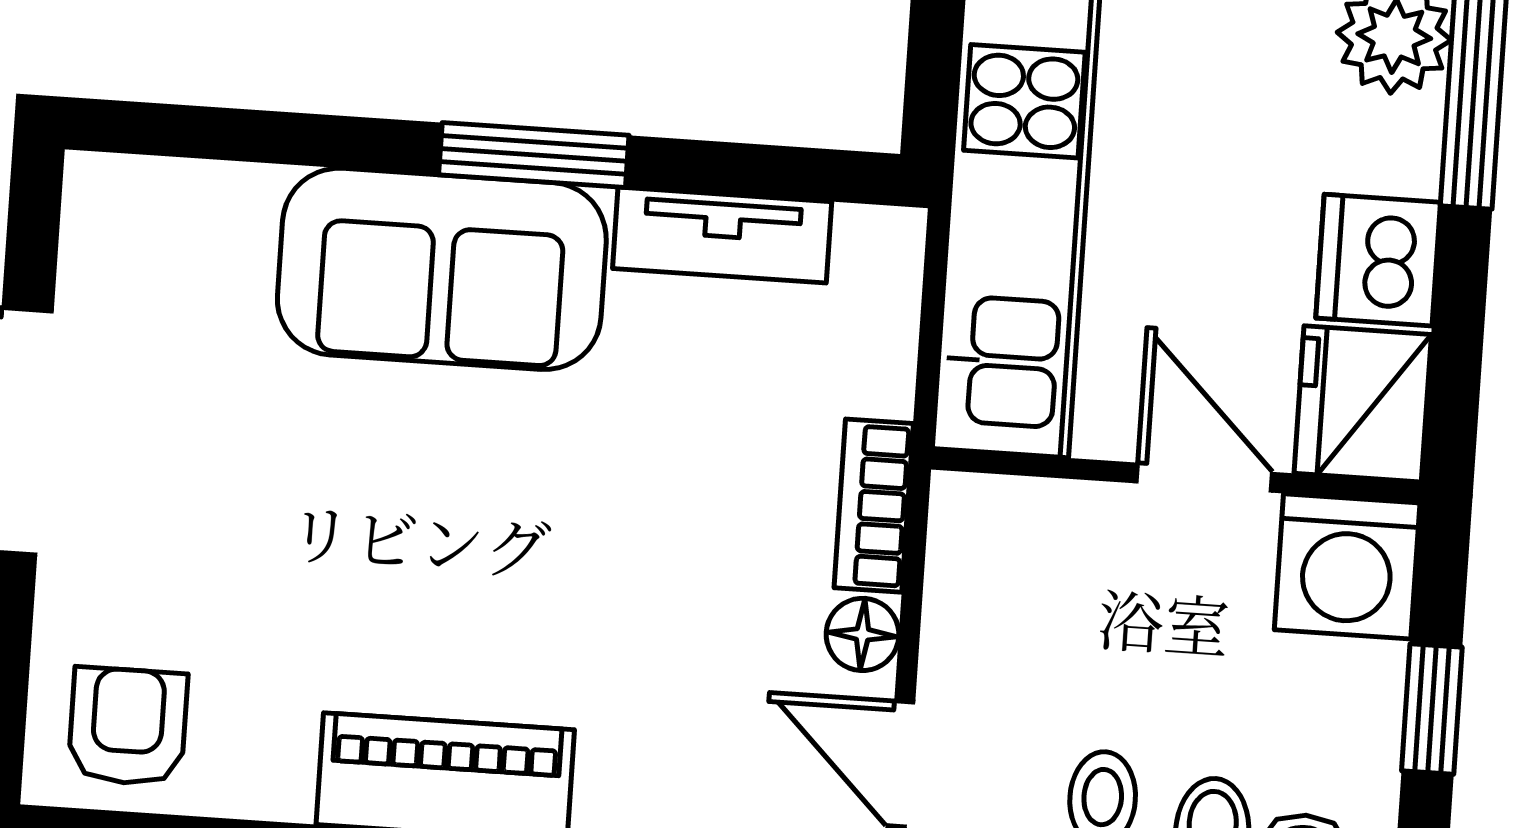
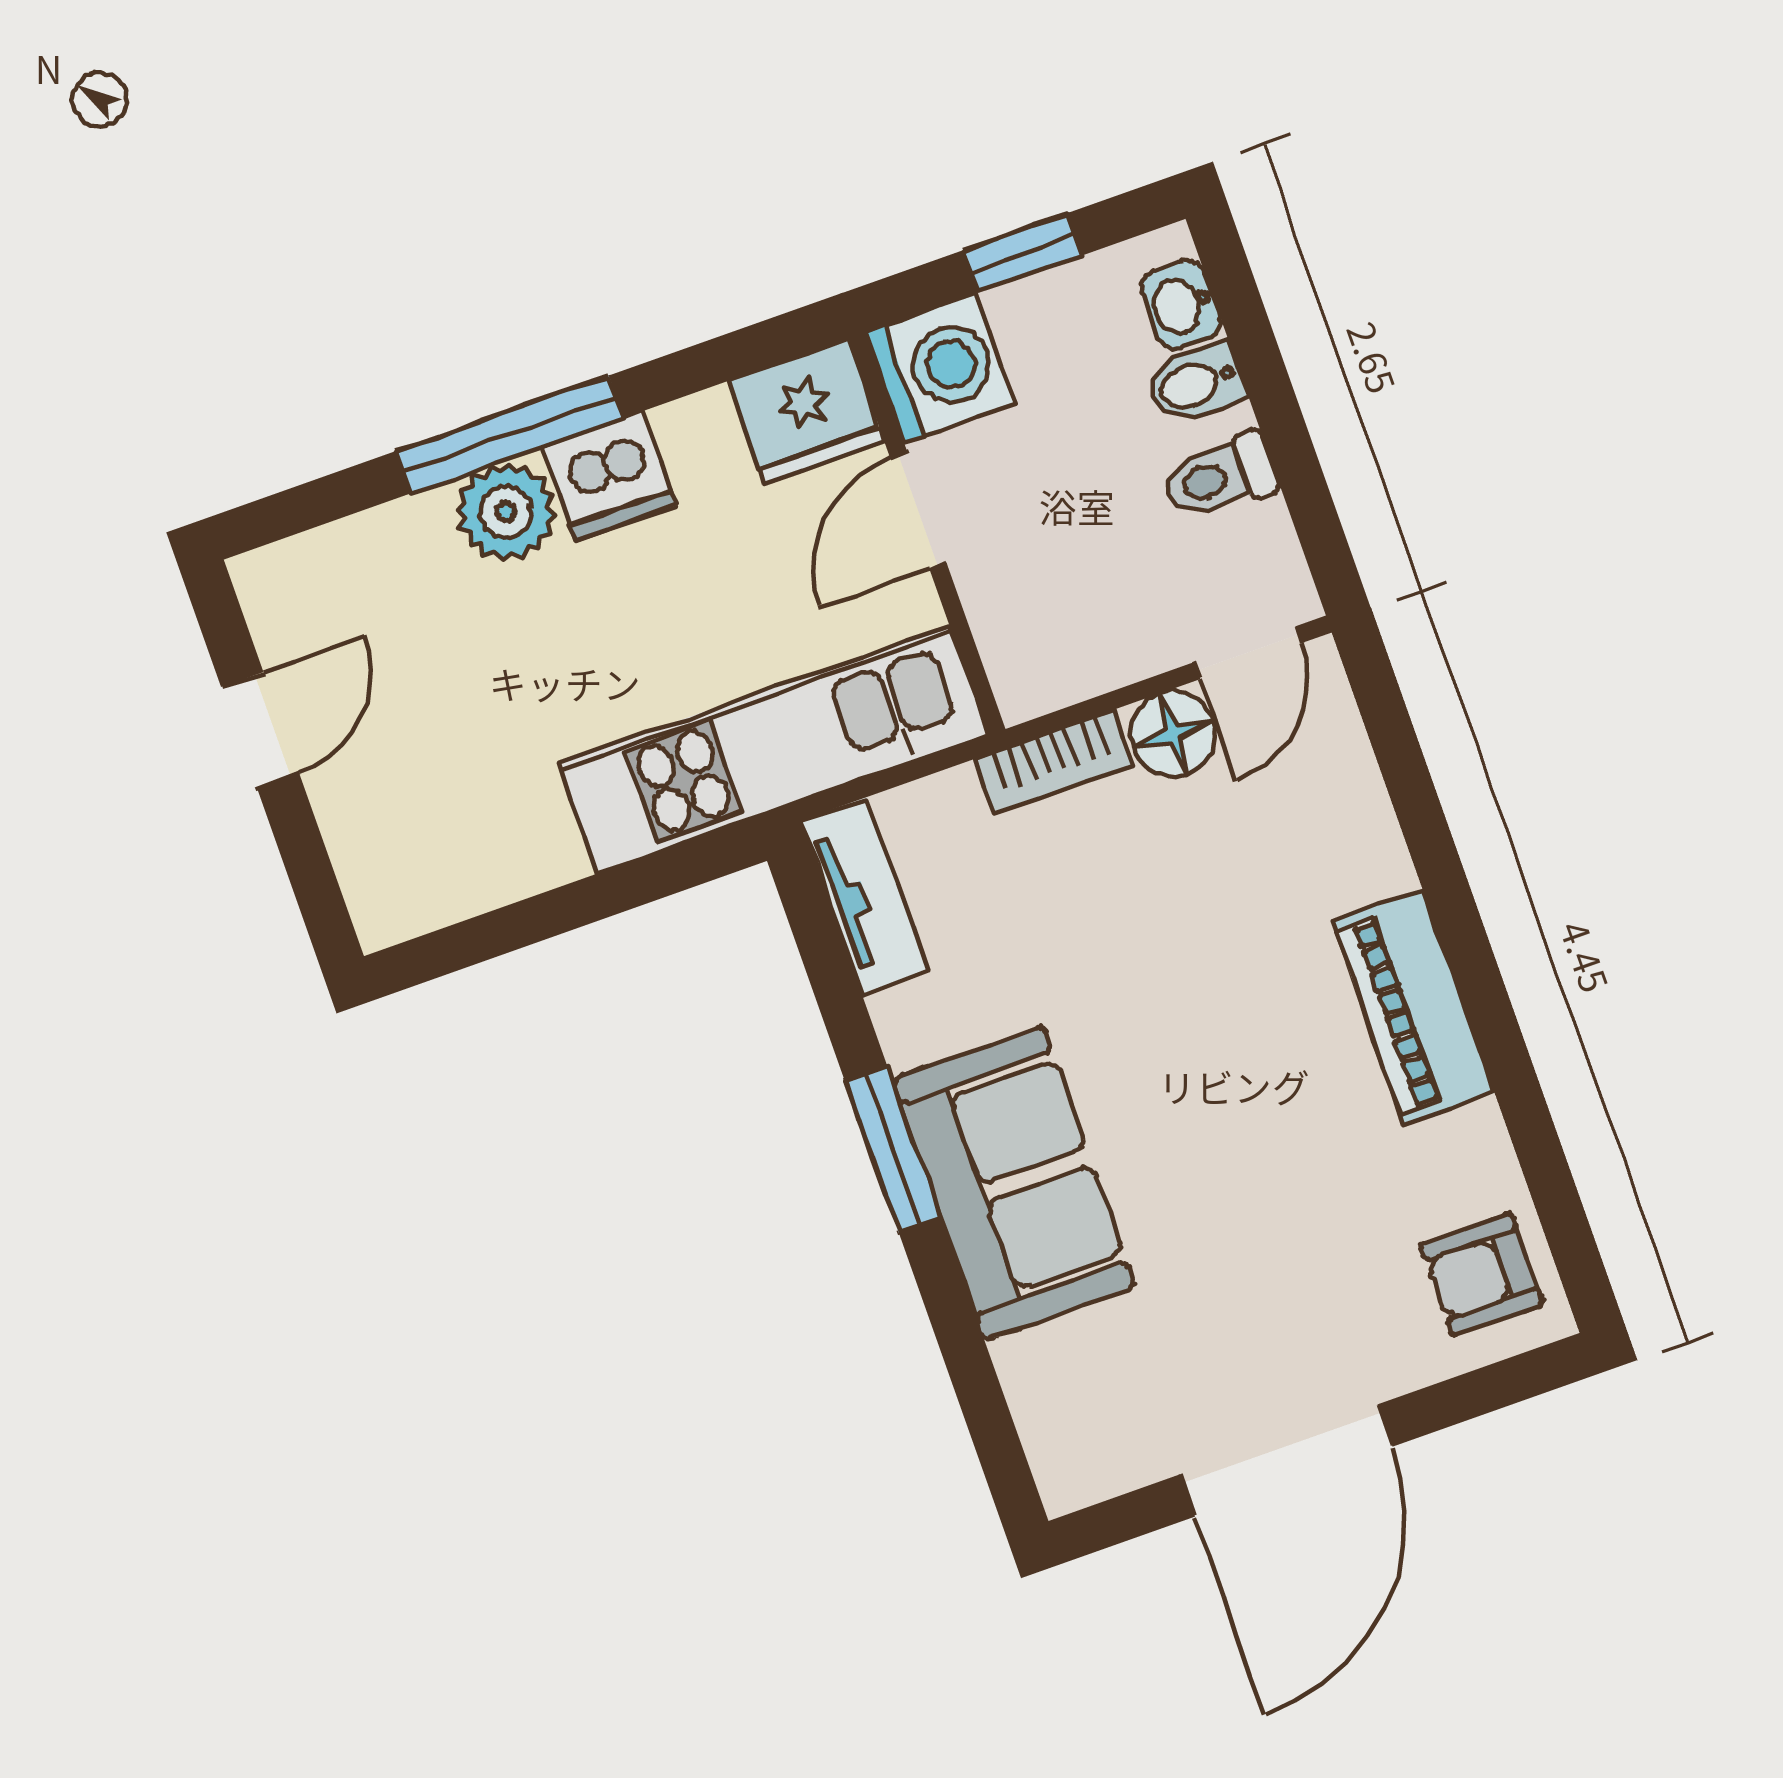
tv unit: (722, 235) -> (864, 896), moved
dishwasher: (1378, 260) -> (609, 476), moved
floor lamp: (862, 634) -> (1173, 734), width x1.37, depth x1.37

